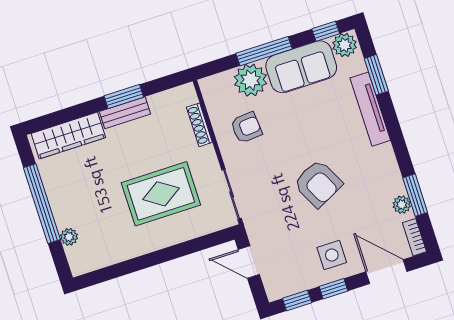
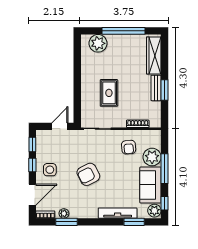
rug: (161, 194) -> (109, 93), width x0.73, depth x0.70
plant: (69, 237) -> (98, 43), width x1.88, depth x1.88

